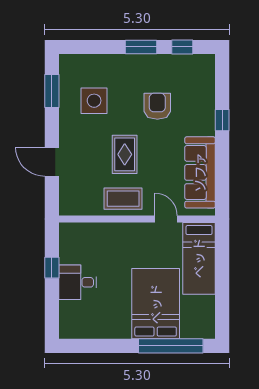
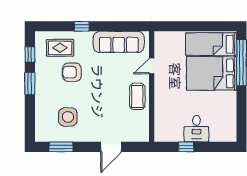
rug: (125, 154) -> (60, 48), moved
bed: (199, 258) -> (211, 44), moved, turned 180

